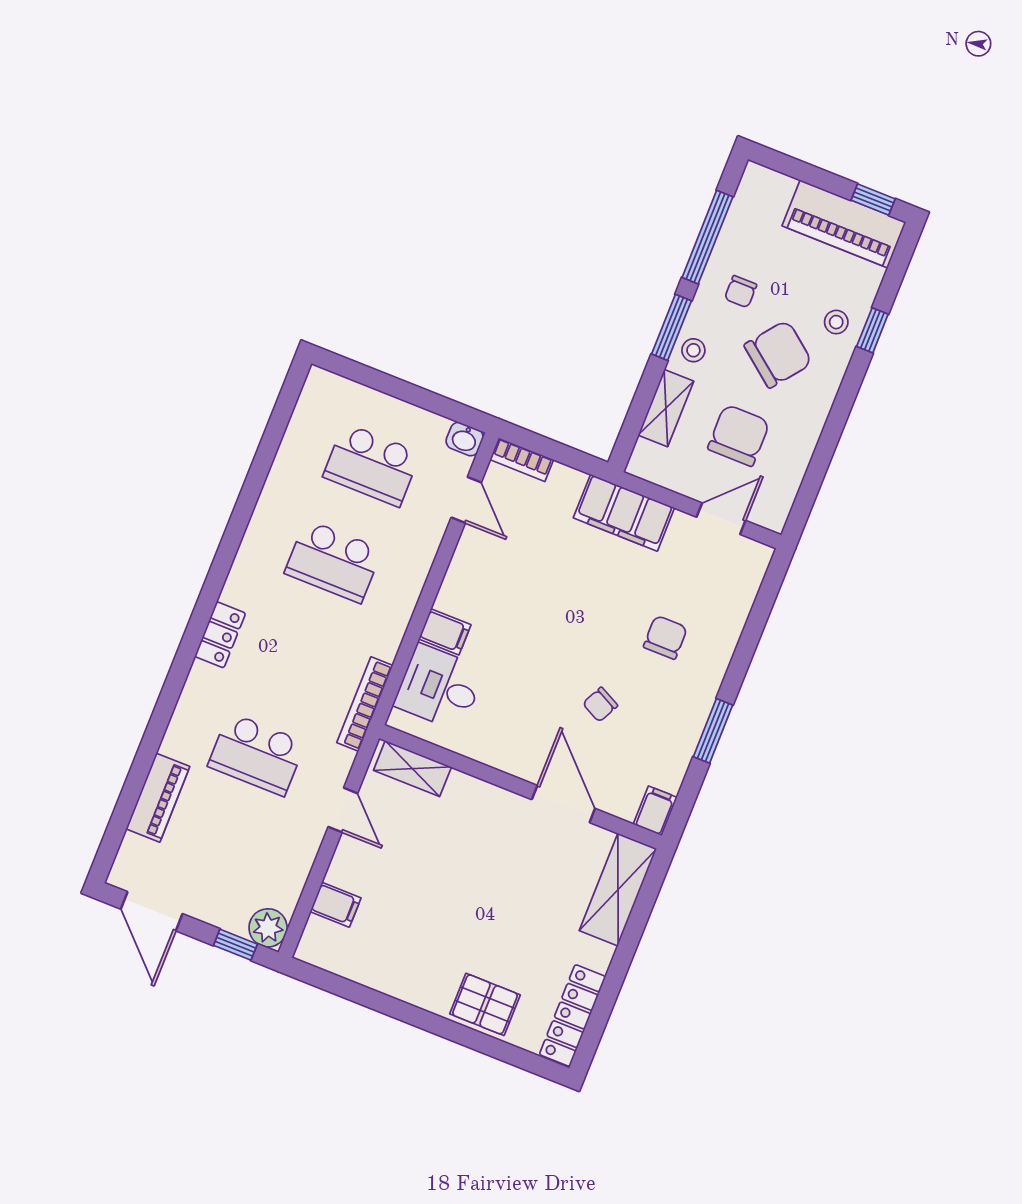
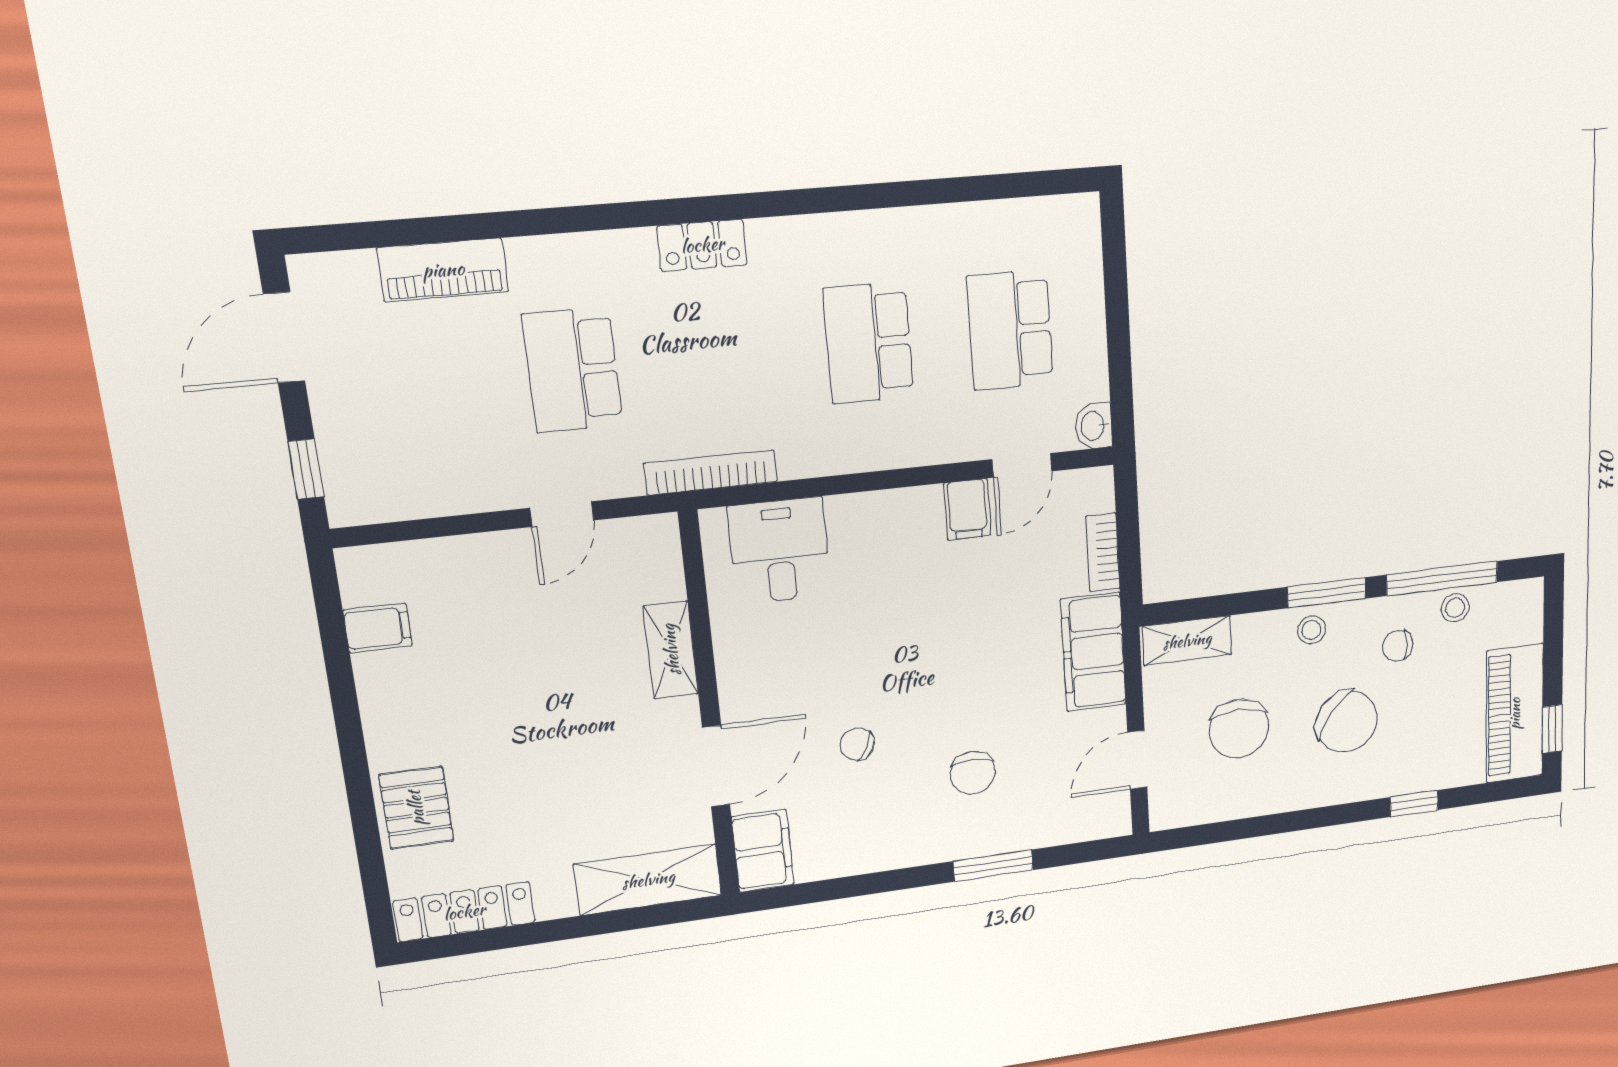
stool: (836, 322) -> (1455, 608), moved
shelving: (666, 408) -> (1187, 641), moved
chair: (739, 435) -> (1239, 728), turned 90
bookcase: (522, 460) -> (1103, 552), moved
door: (721, 519) -> (1137, 760), swing flipped
filing cabinet: (445, 632) -> (967, 509), moved
chair: (665, 637) -> (973, 773), turned 90
window: (713, 731) -> (993, 866), moved
shelving: (412, 769) -> (671, 650), moved
filing cabinet: (655, 811) -> (763, 851), width x2.00
filing cabinet: (336, 905) -> (378, 628), moved, turned -90
plant: (268, 928) -> (354, 499), removed

